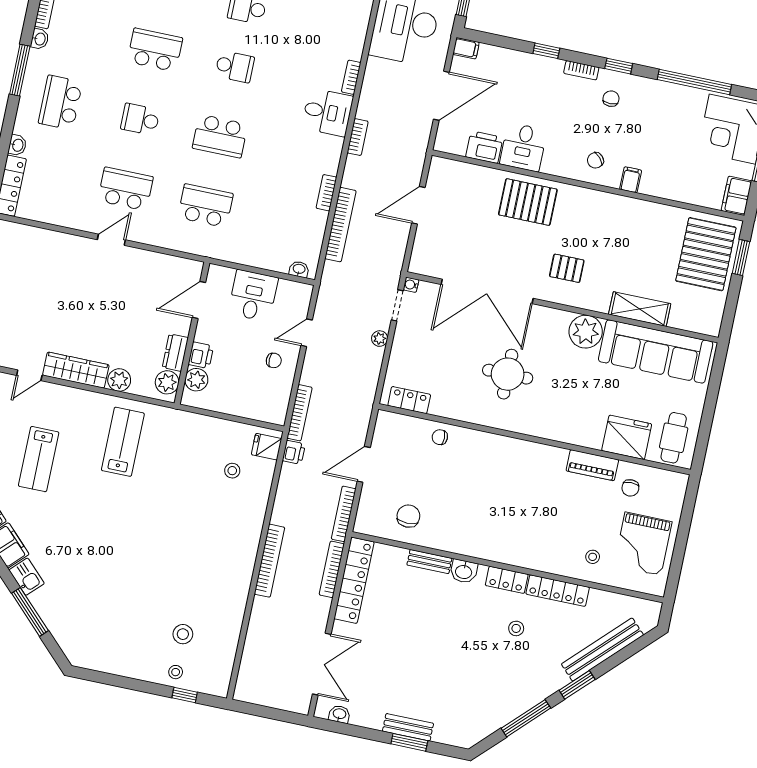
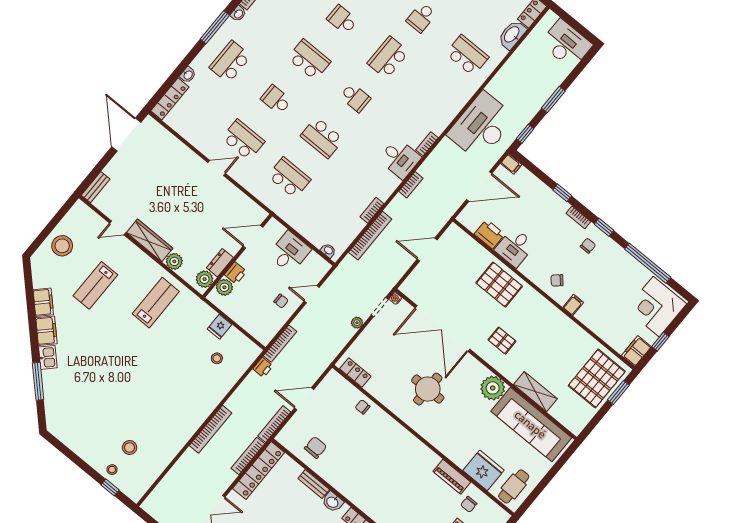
fridge: (267, 447) -> (220, 327), moved, turned -90

